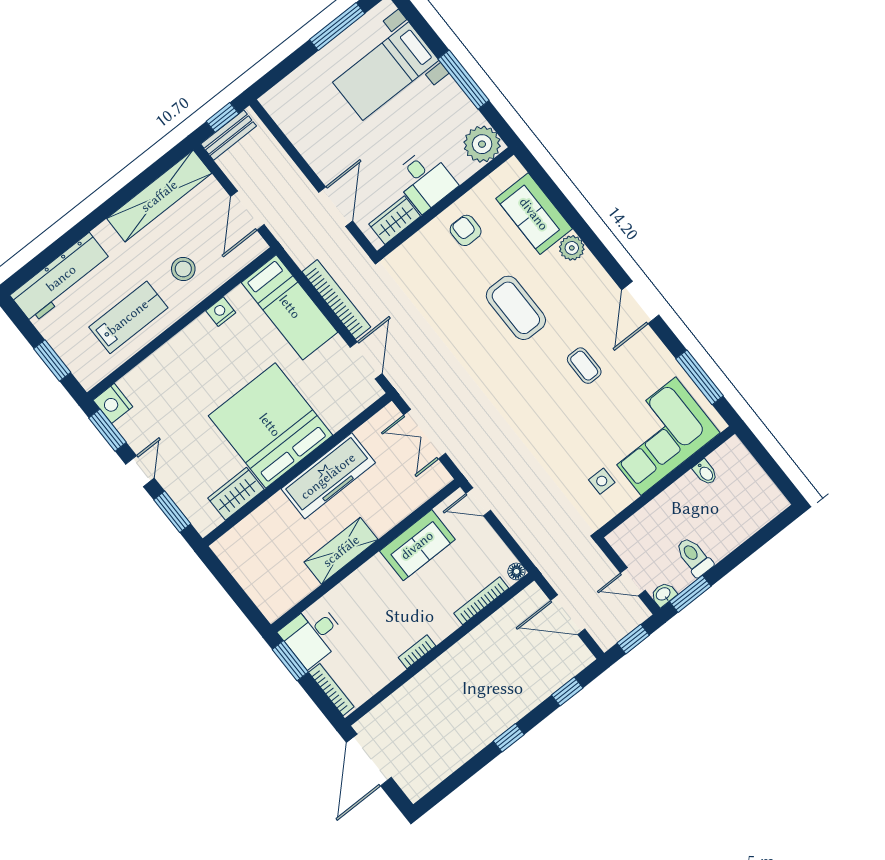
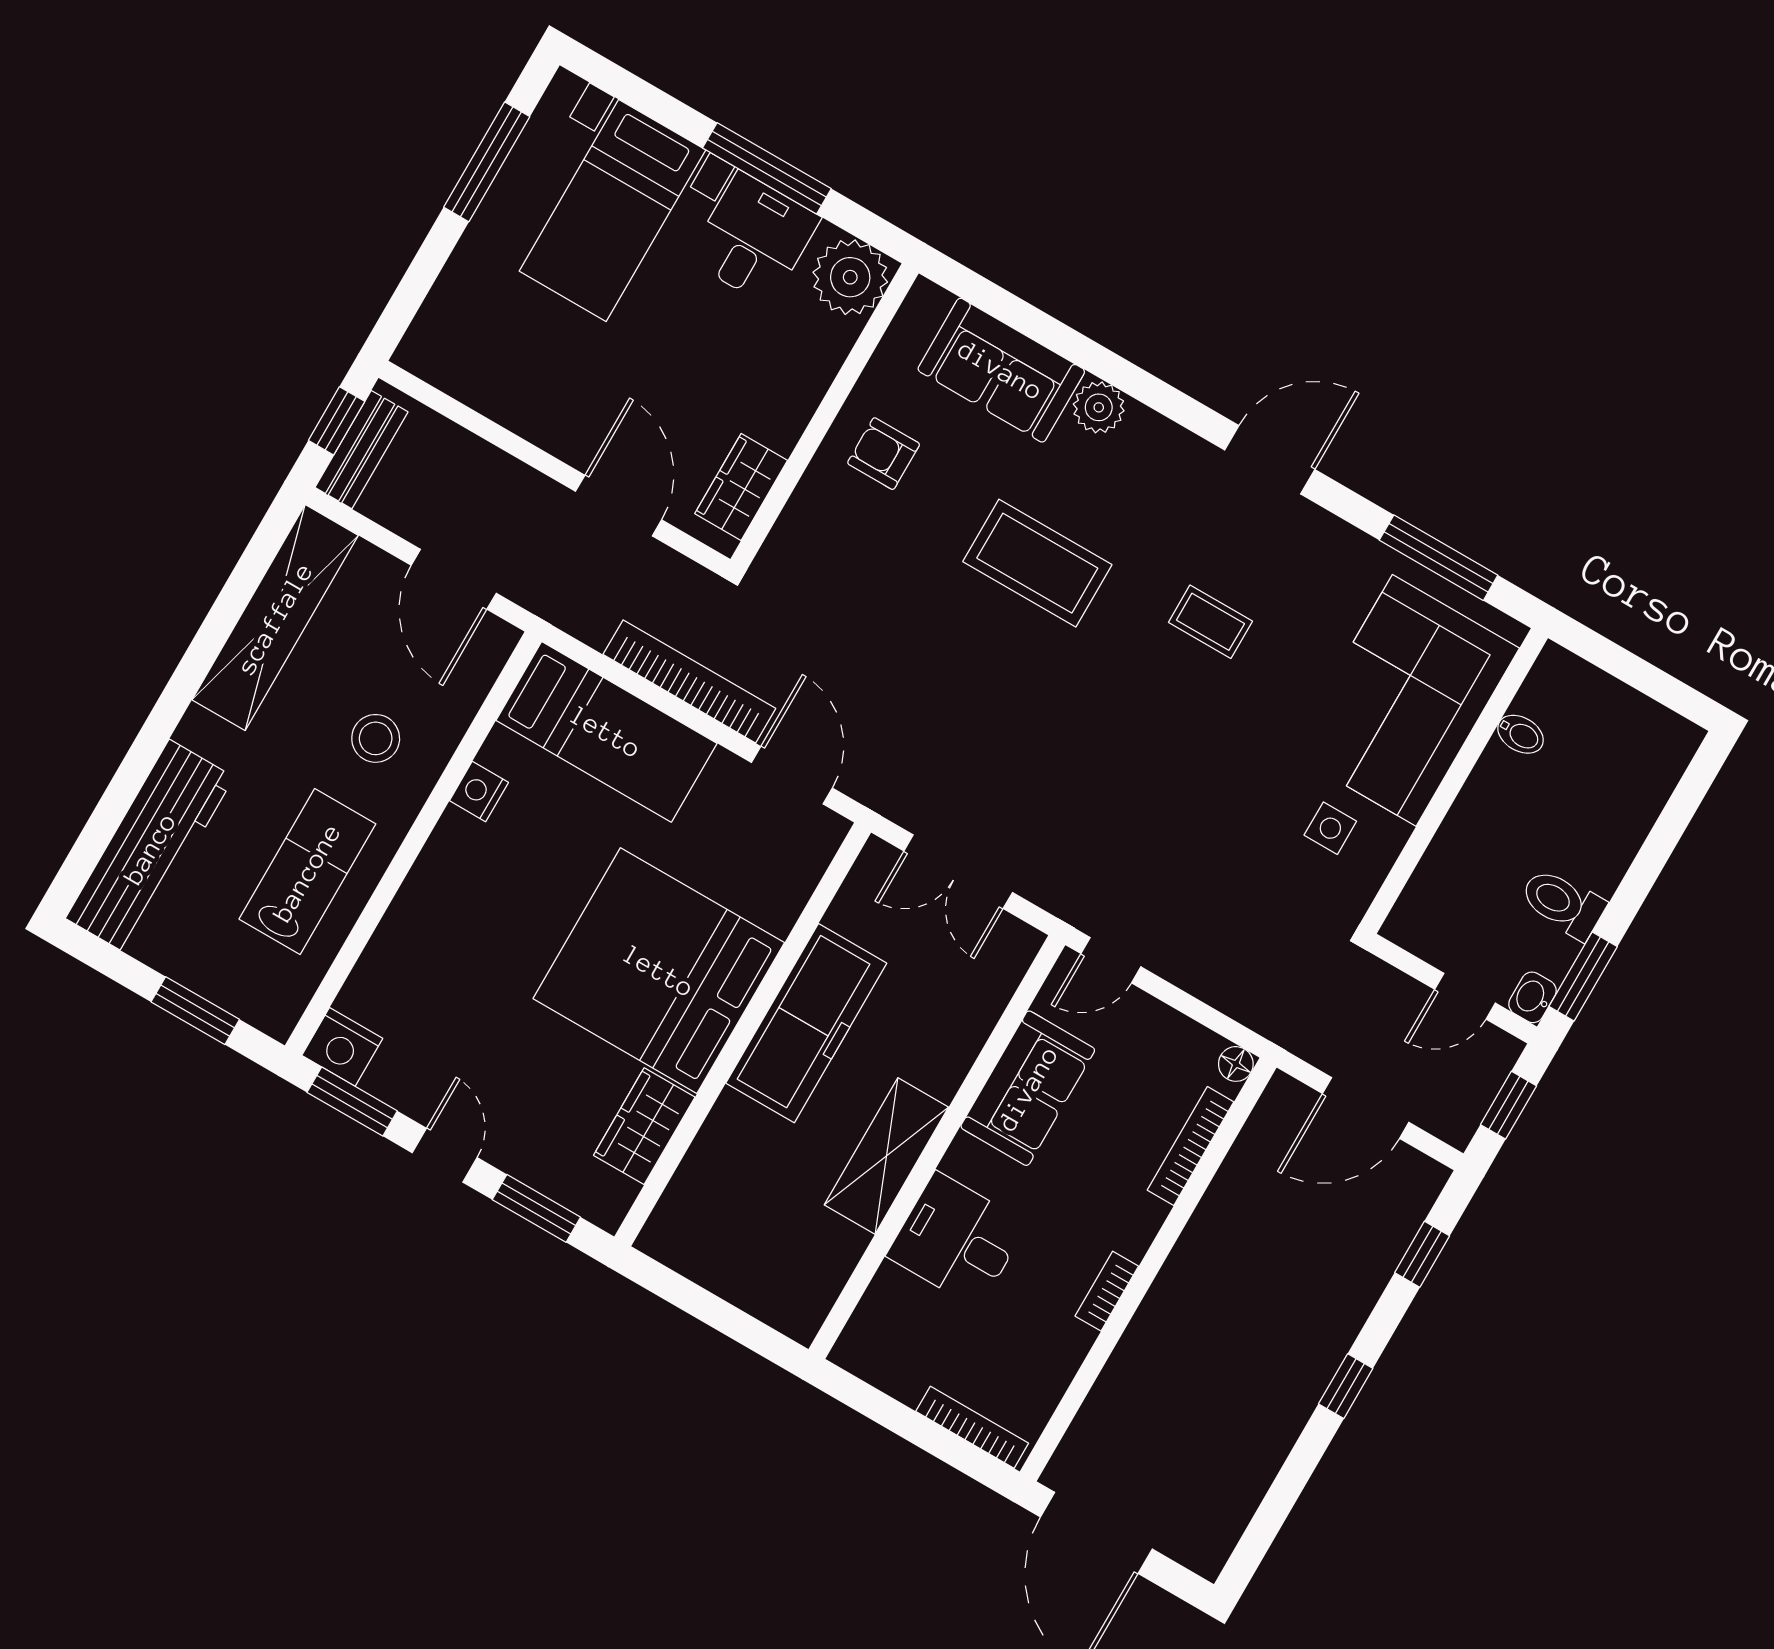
desk: (425, 180) -> (754, 238), moved, turned -90
door: (640, 302) -> (1270, 460), swing flipped
desk: (313, 635) -> (957, 1240), moved, turned 90
window: (290, 661) -> (873, 1403), removed

